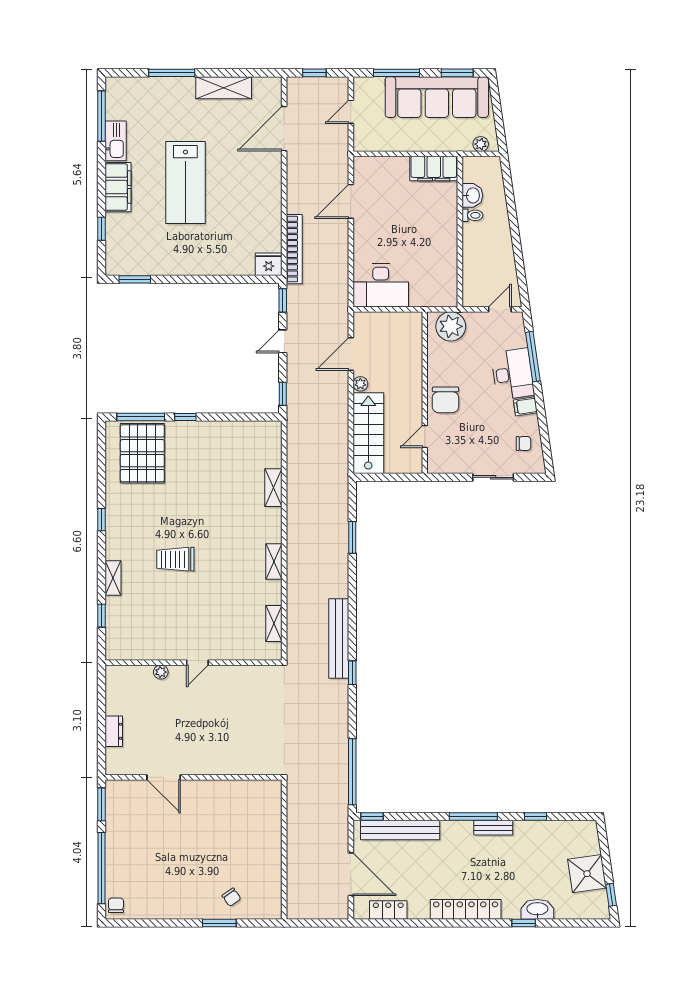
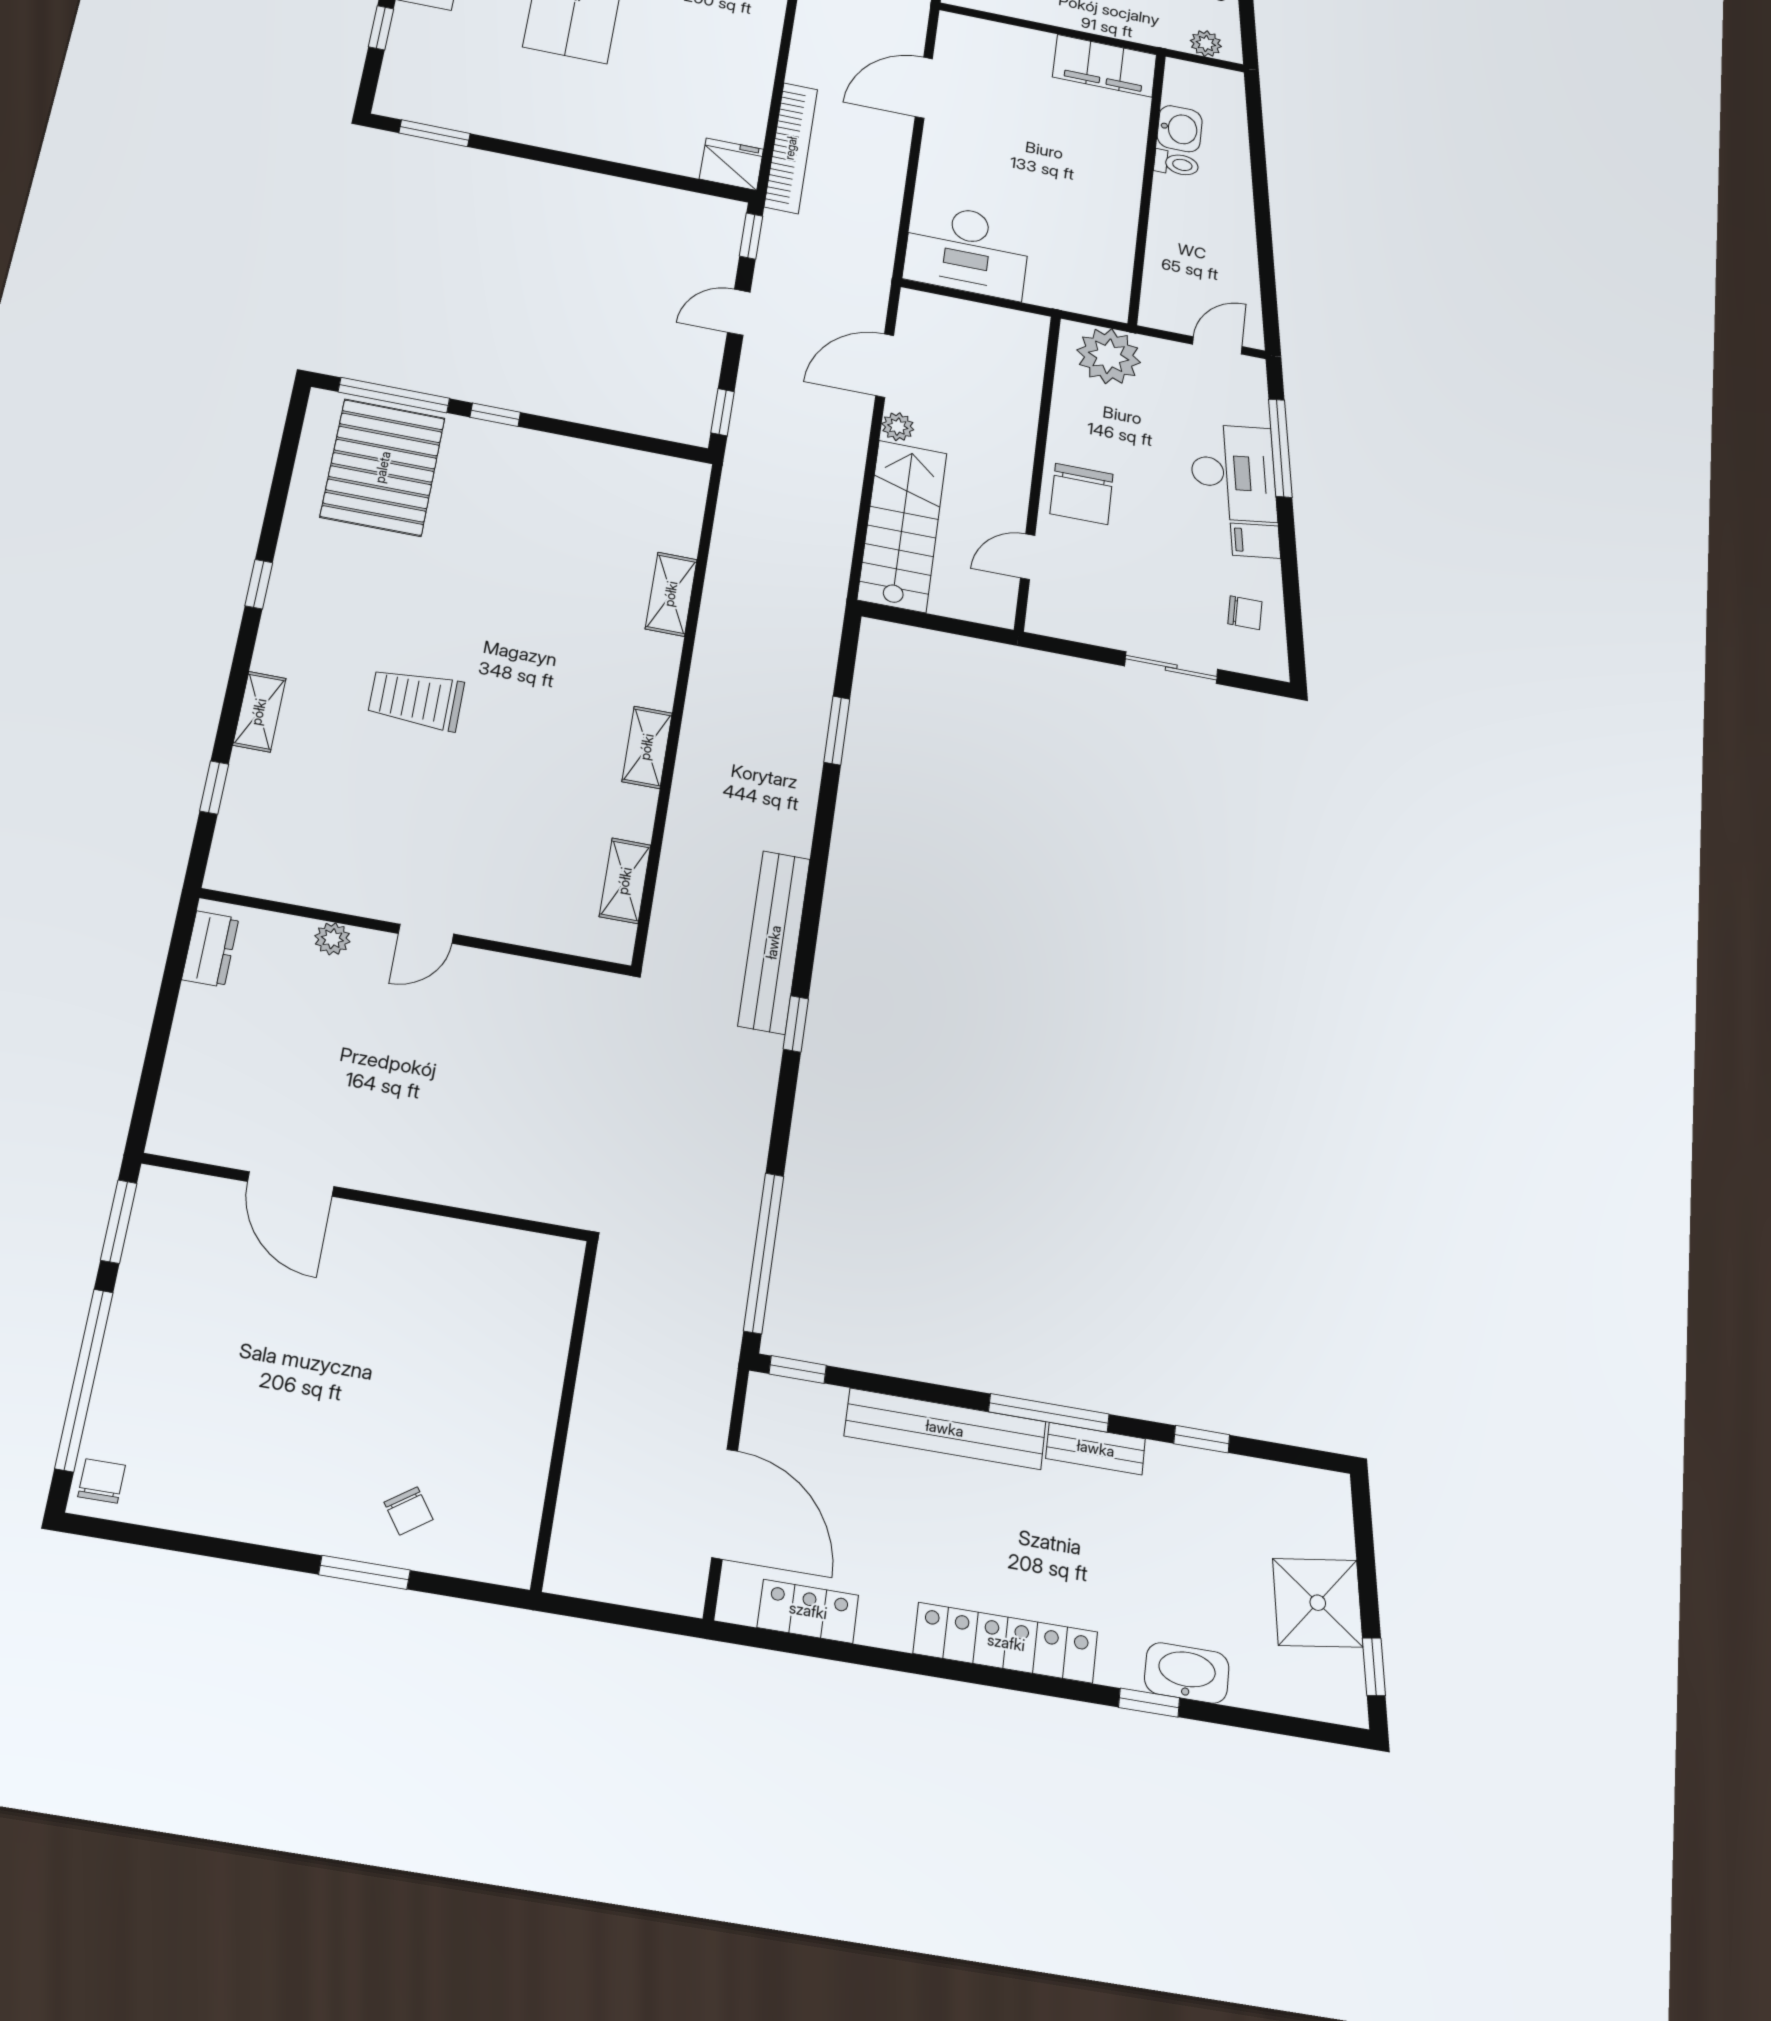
dresser: (114, 731) -> (210, 949), moved
bench: (400, 830) -> (945, 1429), moved

